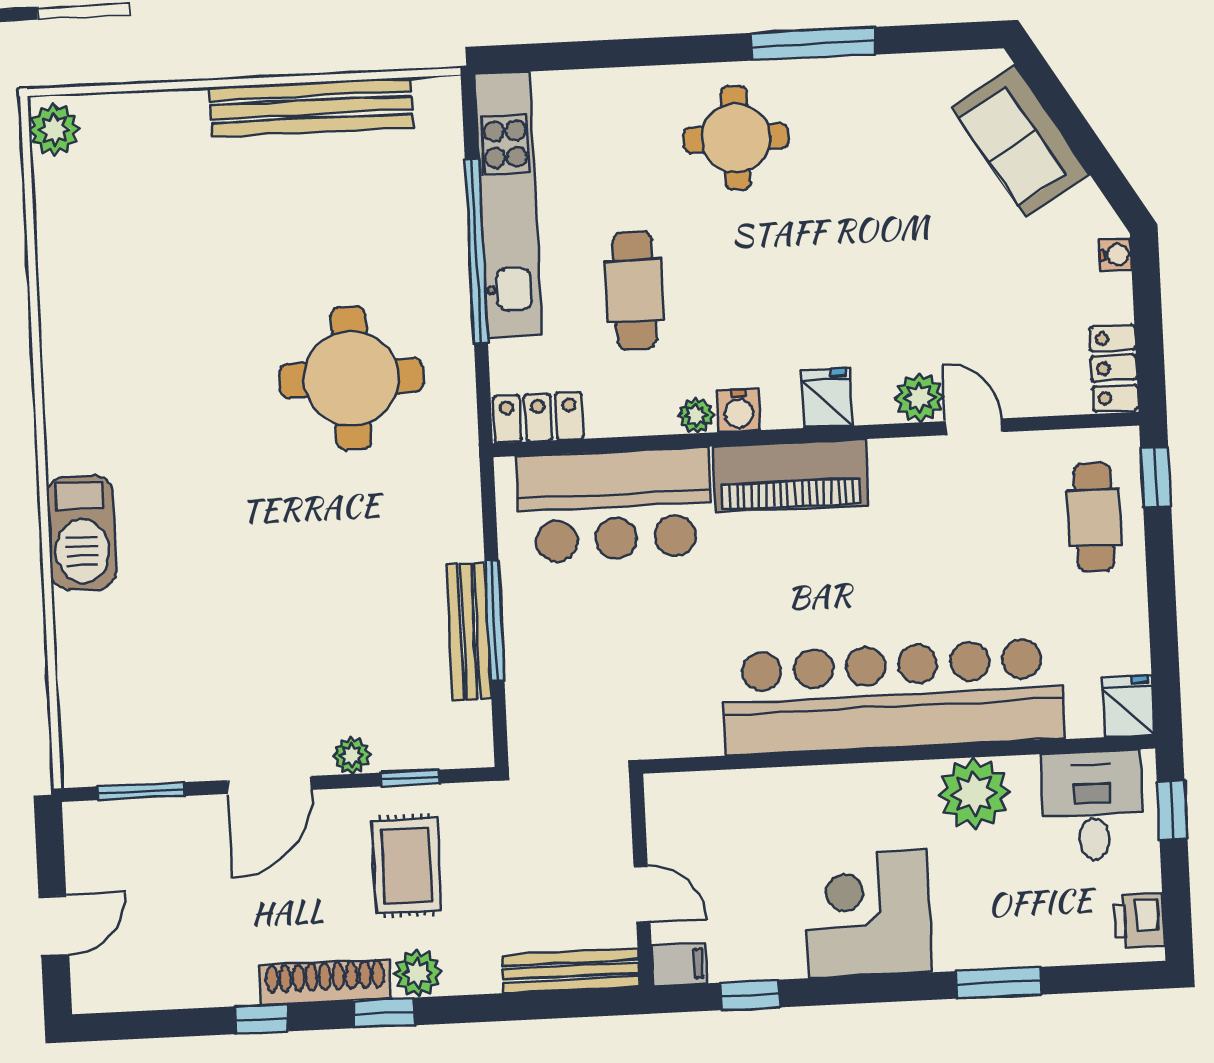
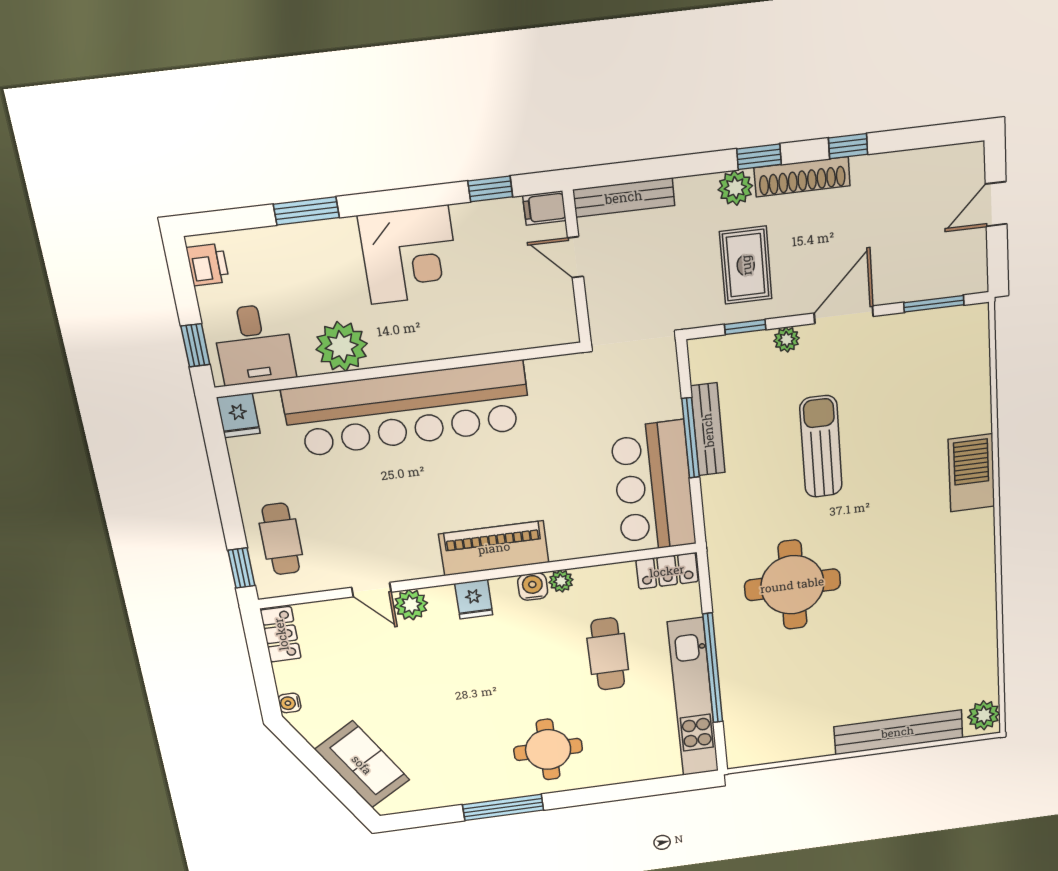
bench: (311, 107) -> (898, 732), moved
bar counter: (615, 505) -> (653, 487), moved, turned -90
sun lounger: (305, 592) -> (821, 447), added

